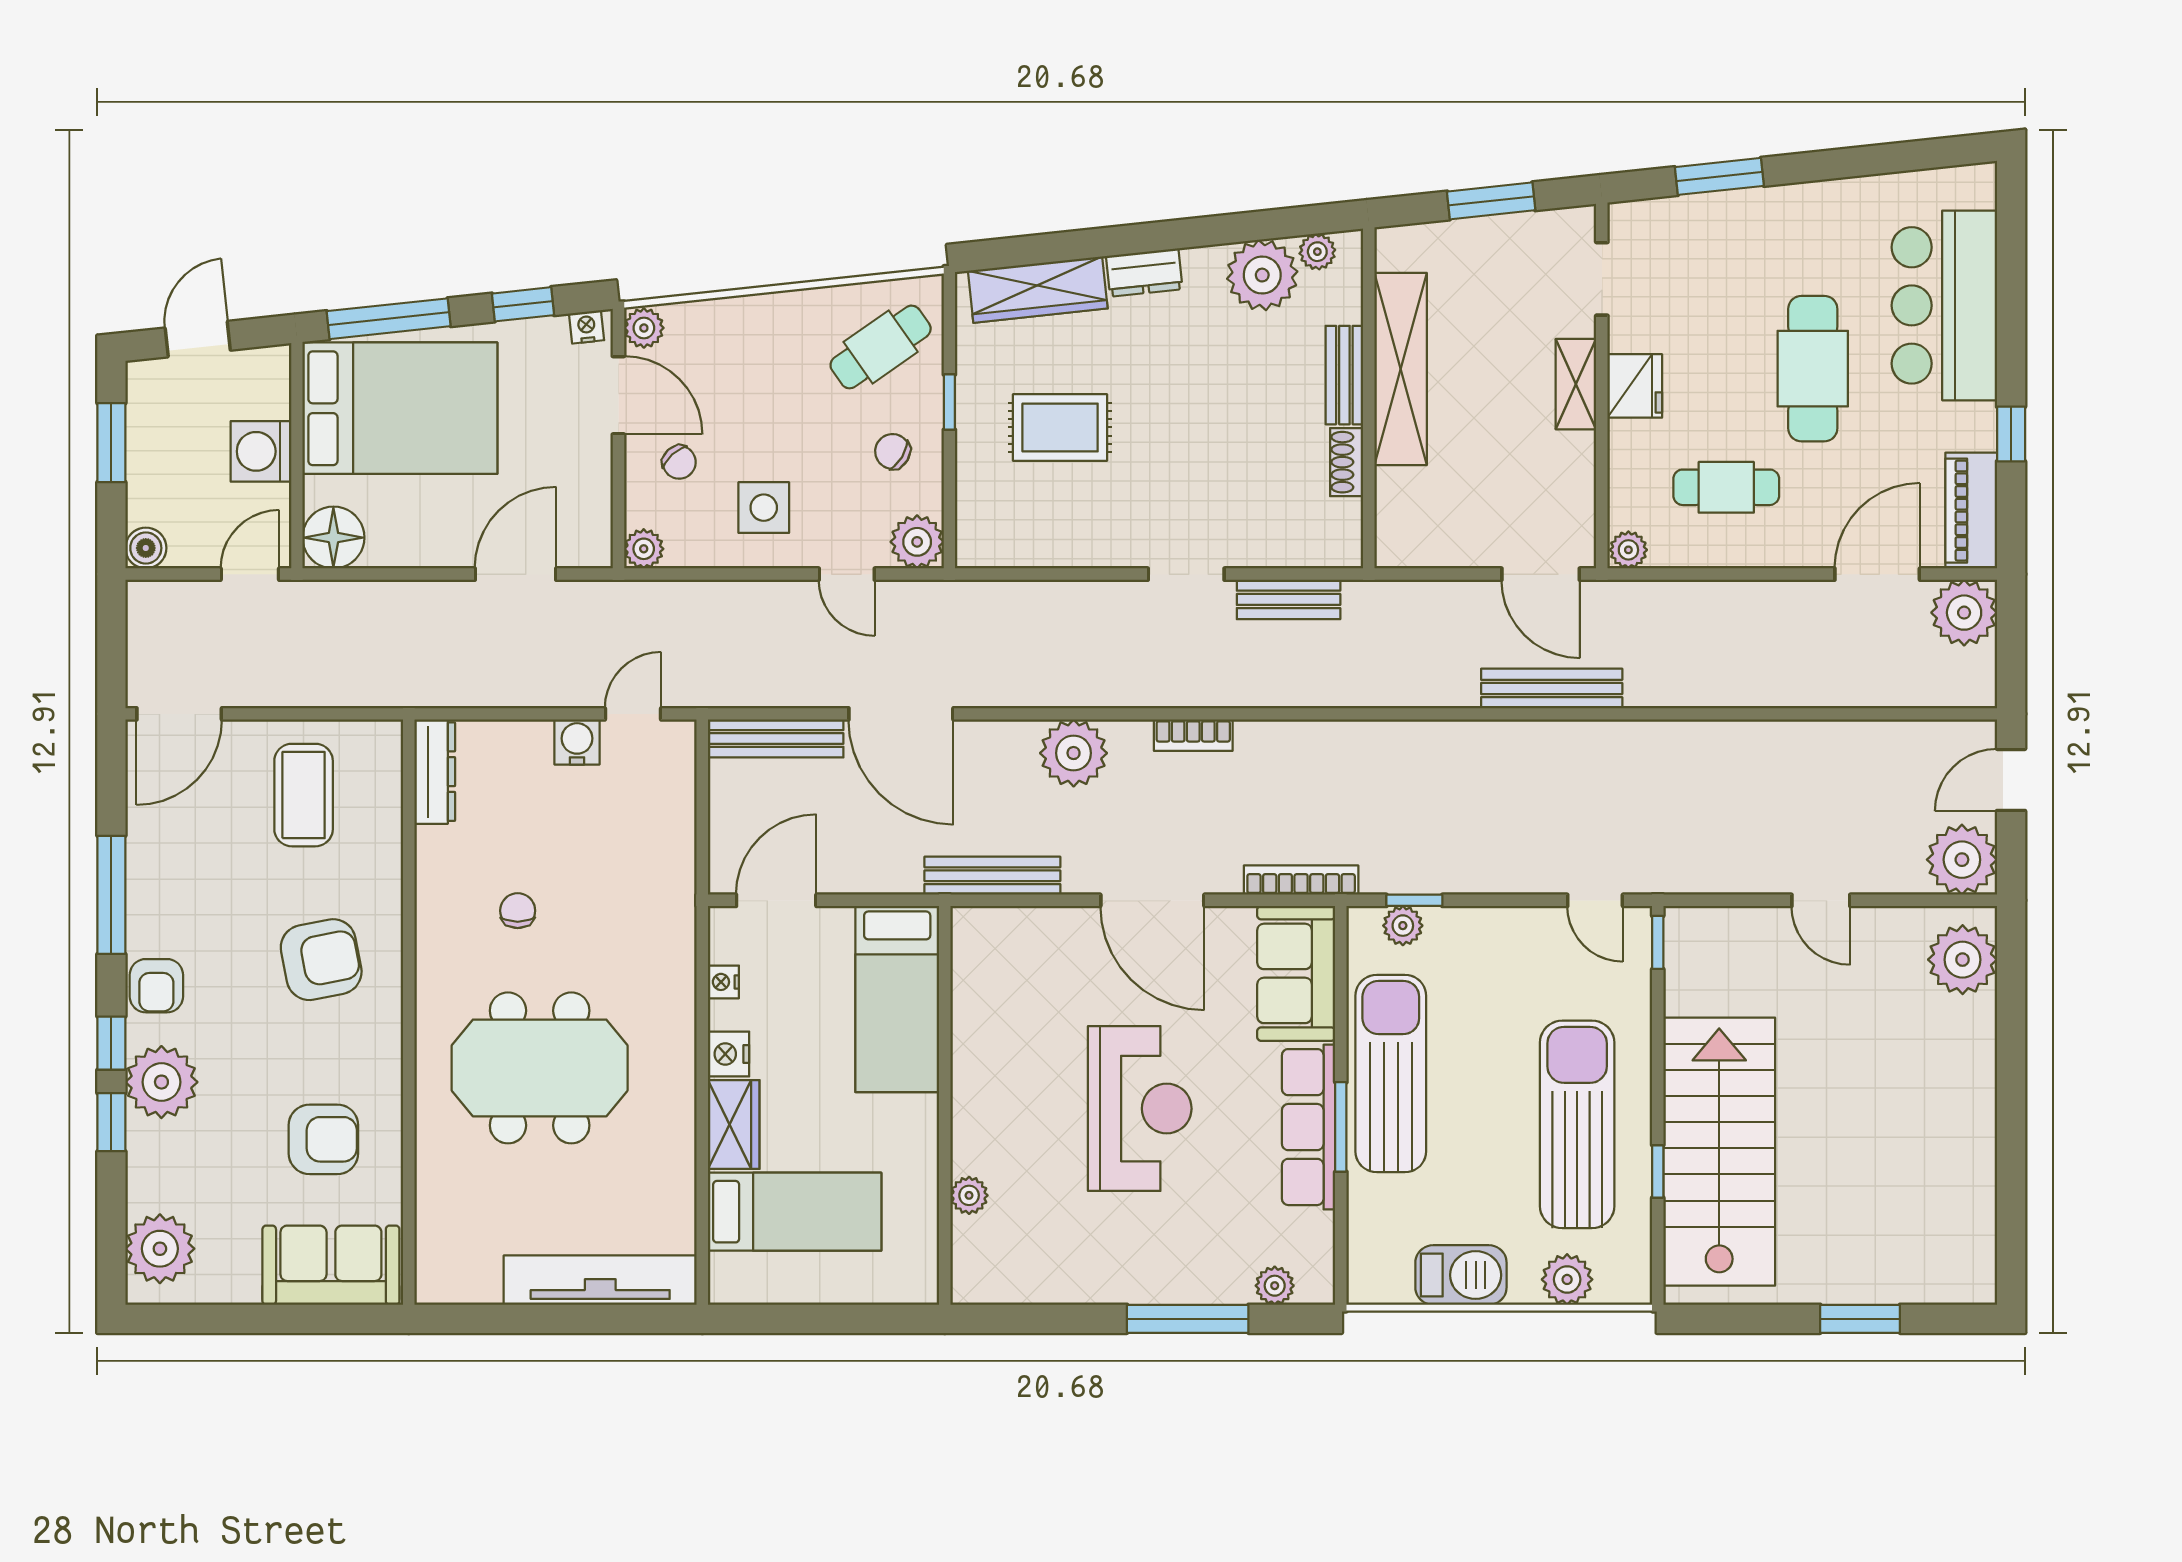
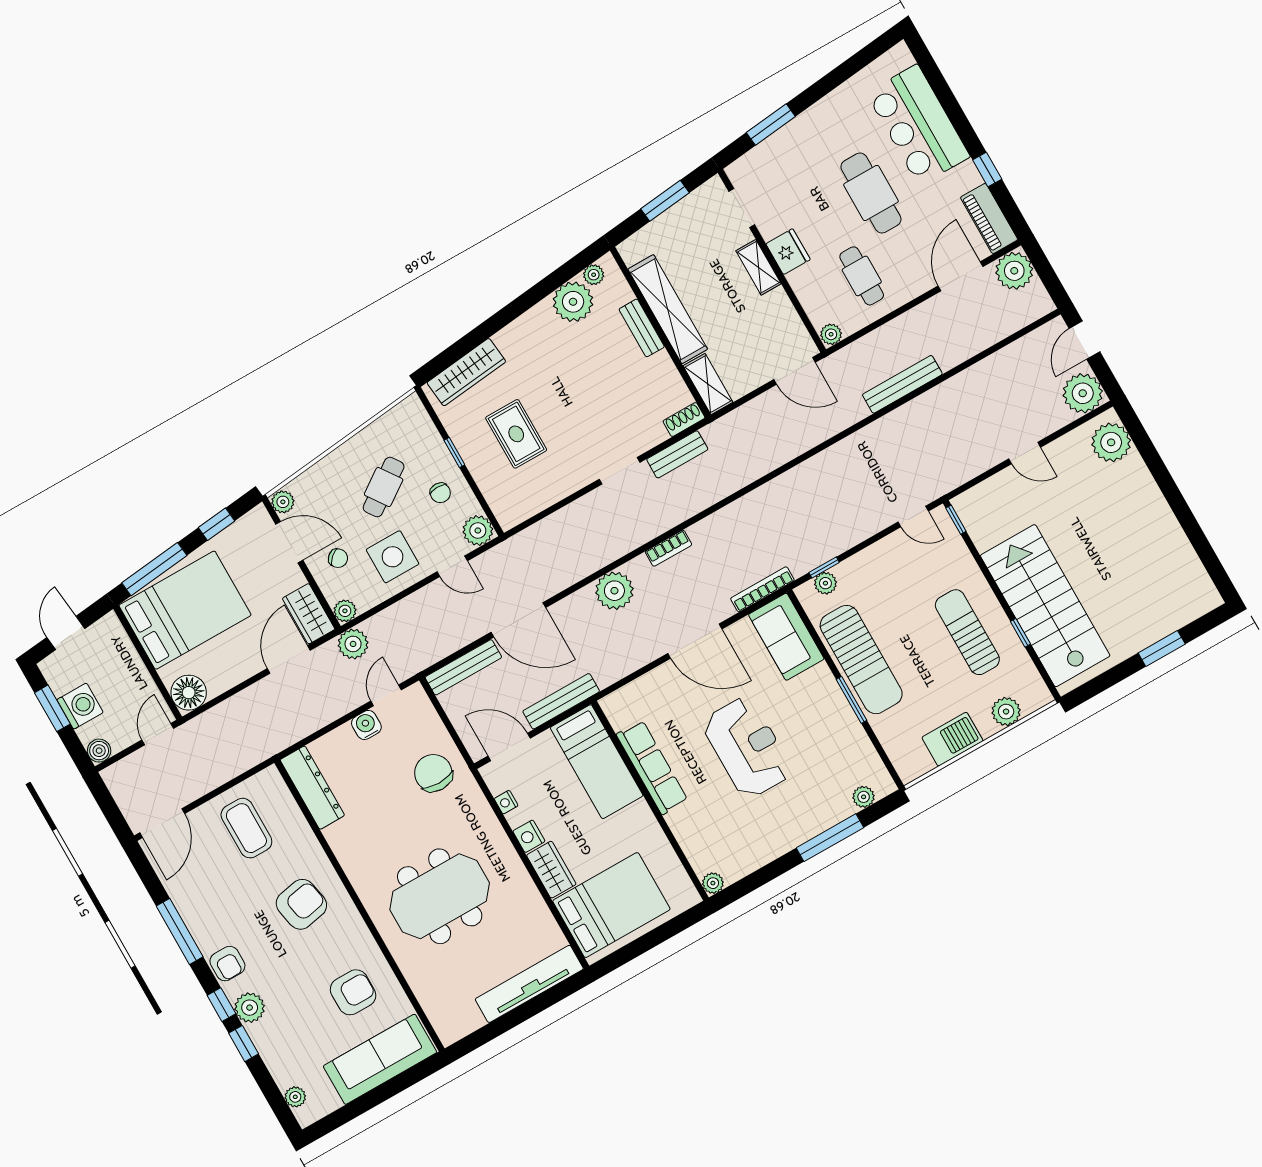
dresser: (1144, 273) -> (514, 334), removed
nightstand: (587, 327) -> (254, 517), removed
cafe table: (881, 347) -> (384, 487), moved
rug: (1060, 427) -> (516, 434), turned 90
washing machine: (261, 451) -> (80, 706), moved, turned 180
chair: (893, 451) -> (440, 493), turned -121
shoe rack: (1347, 462) -> (684, 420), moved, turned 90
cafe table: (1726, 487) -> (862, 276), turned 90
side table: (764, 508) -> (393, 557), width x1.37, depth x1.37
shelving: (1397, 519) -> (708, 384), added
wardrobe: (586, 521) -> (309, 614), added
plant: (627, 606) -> (353, 644), added
bench: (1552, 689) -> (902, 384), moved
dresser: (435, 772) -> (312, 788), width x1.37, depth x1.24
bench: (992, 876) -> (561, 701), moved
door: (776, 900) -> (509, 747), hinge flipped
chair: (518, 911) -> (433, 773), moved, width x1.87, depth x1.87
sun lounger: (1391, 1074) -> (861, 660), turned 180
plant: (161, 1082) -> (250, 1008), width x0.73, depth x0.73
sun lounger: (1577, 1124) -> (967, 632), width x0.73, depth x0.75
row of seats: (1309, 1127) -> (652, 767), moved, turned 180
plant: (969, 1195) -> (713, 883), moved
bed: (795, 1212) -> (611, 905), width x1.50
plant: (160, 1249) -> (295, 1097), width x0.53, depth x0.53
sofa: (331, 1265) -> (380, 1059), width x1.36

